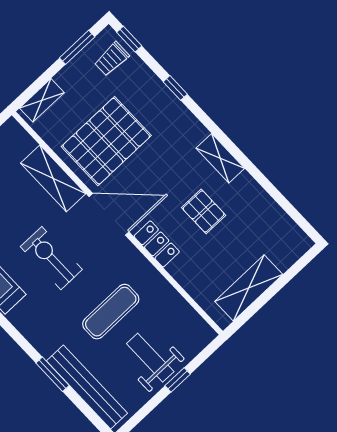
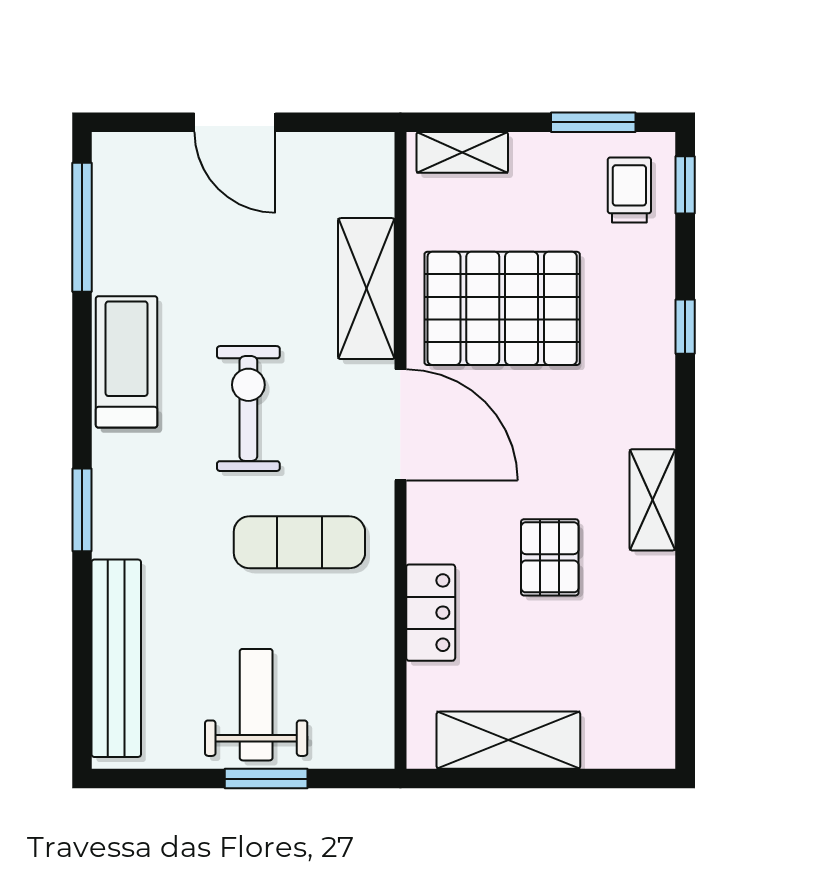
trolley: (112, 59) -> (629, 190), turned 90
locker: (157, 244) -> (431, 613), moved
exercise mat: (111, 312) -> (299, 542), moved
window: (53, 374) -> (82, 510), moved
window: (178, 380) -> (266, 779), width x1.50

